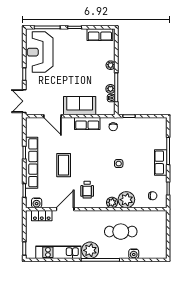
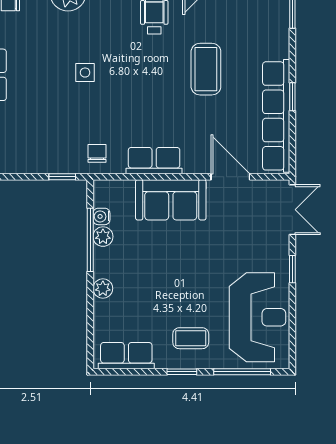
coffee table: (71, 43) -> (191, 338), added
row of seats: (32, 163) -> (276, 116), moved

